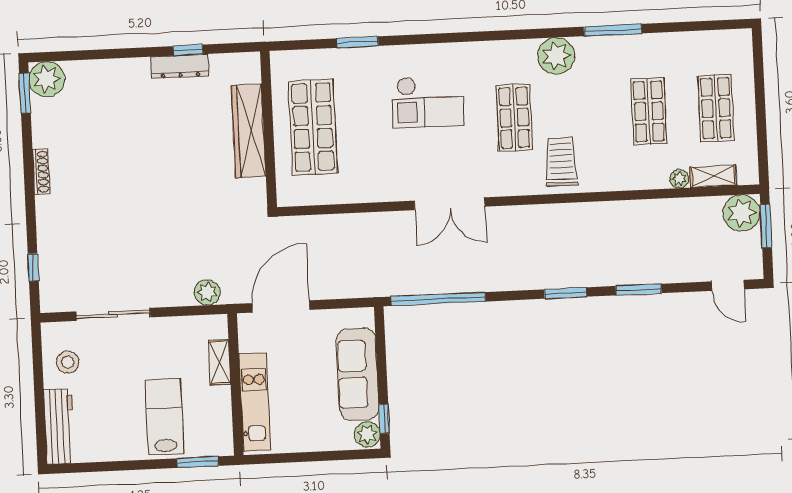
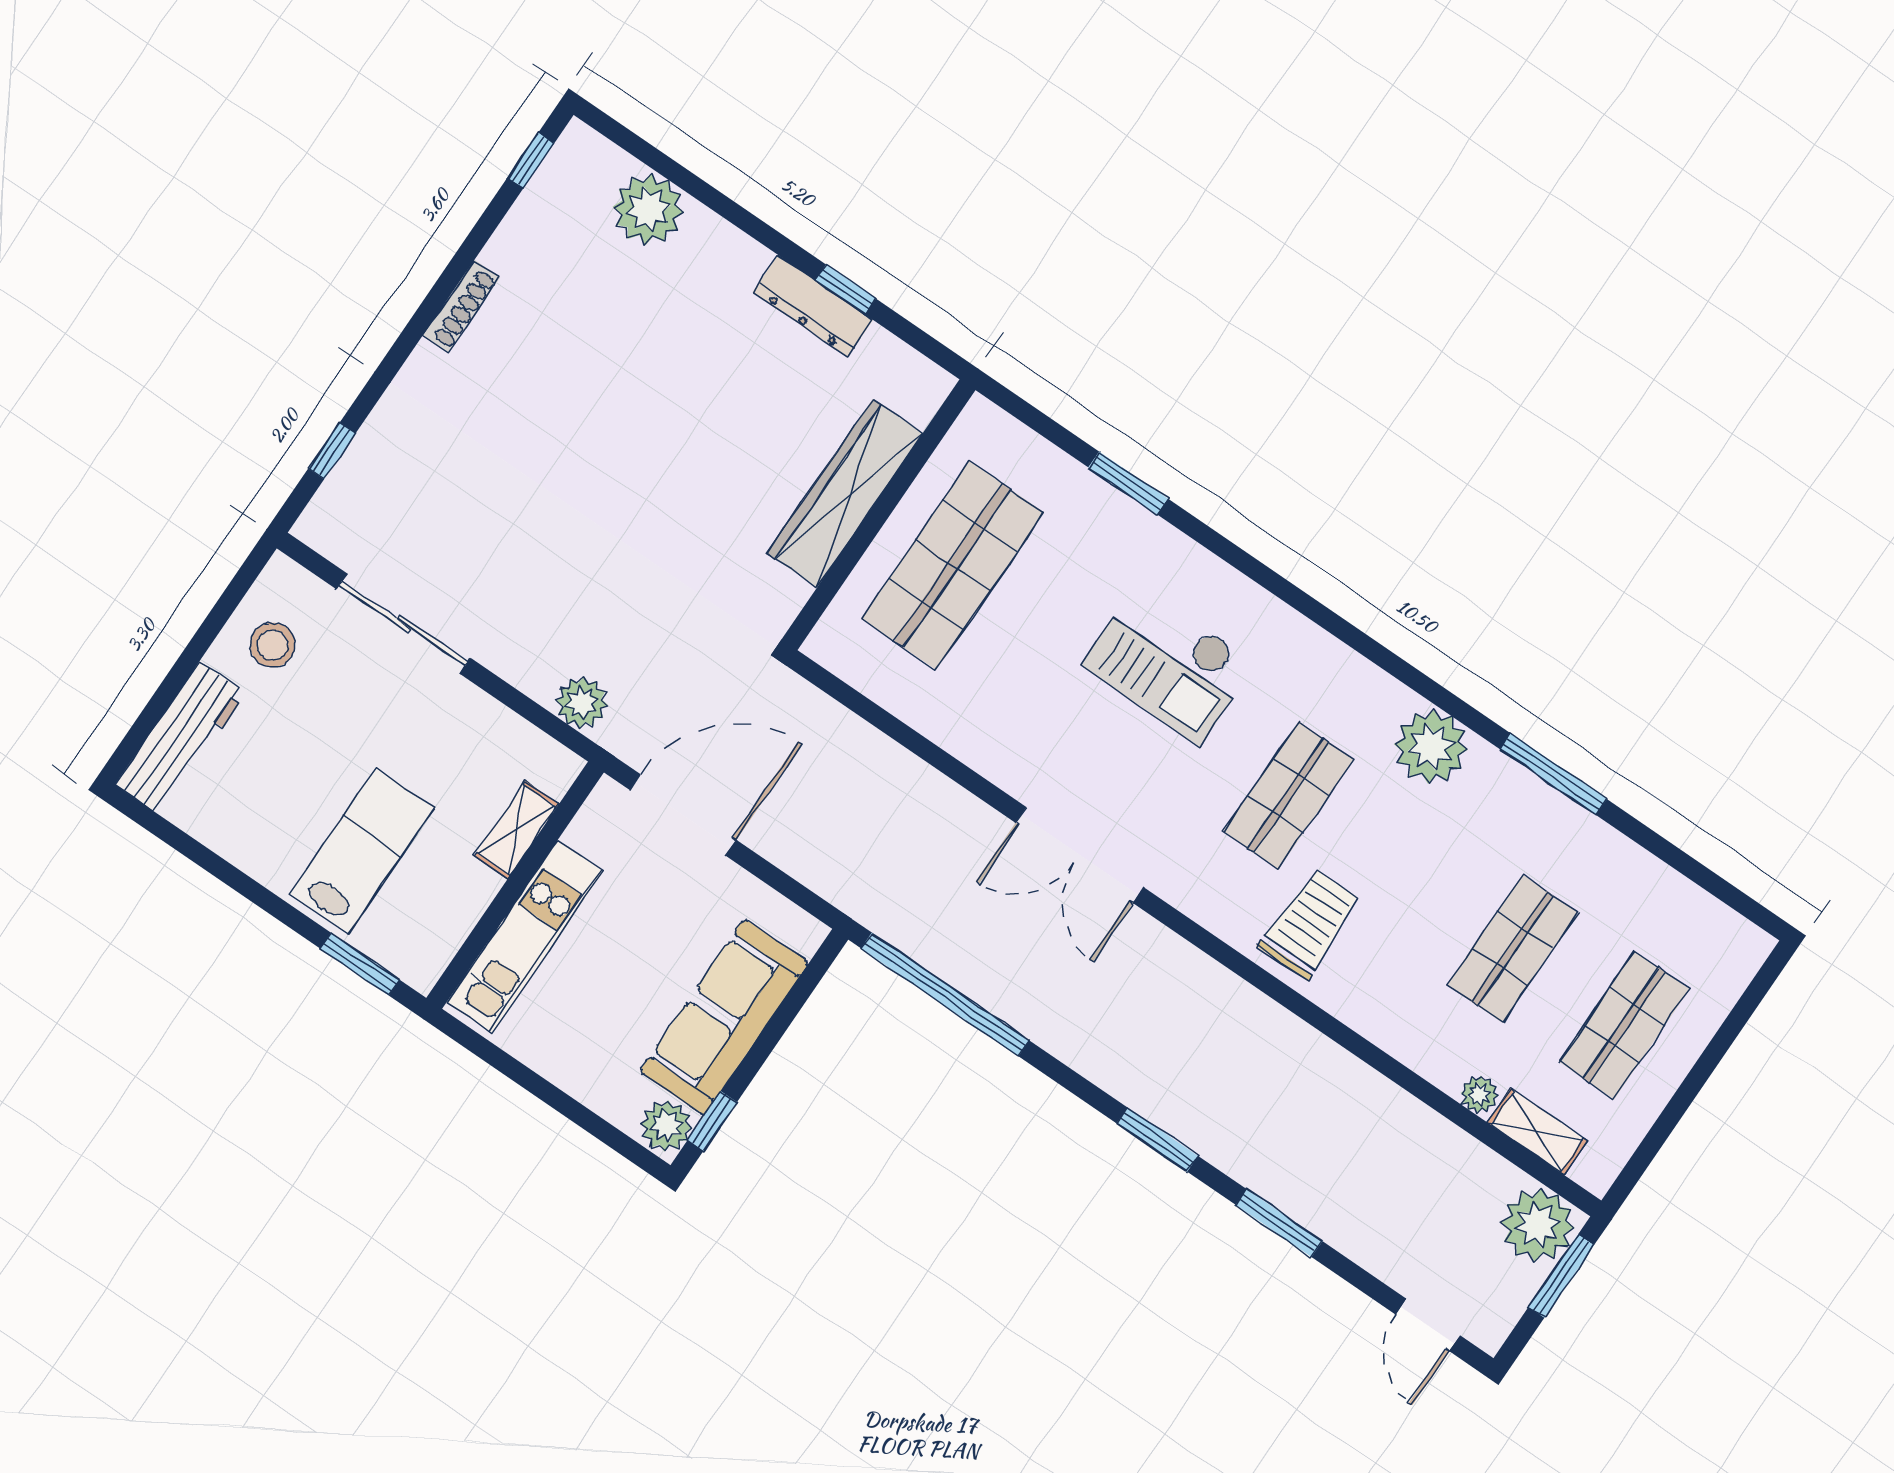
plant: (47, 79) -> (648, 209), moved
window: (25, 93) -> (531, 160), width x0.67

